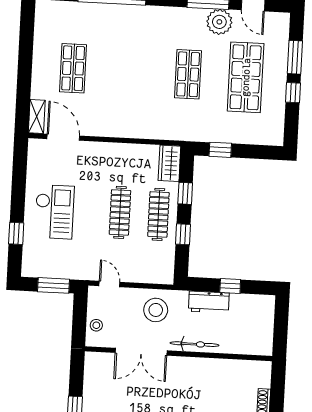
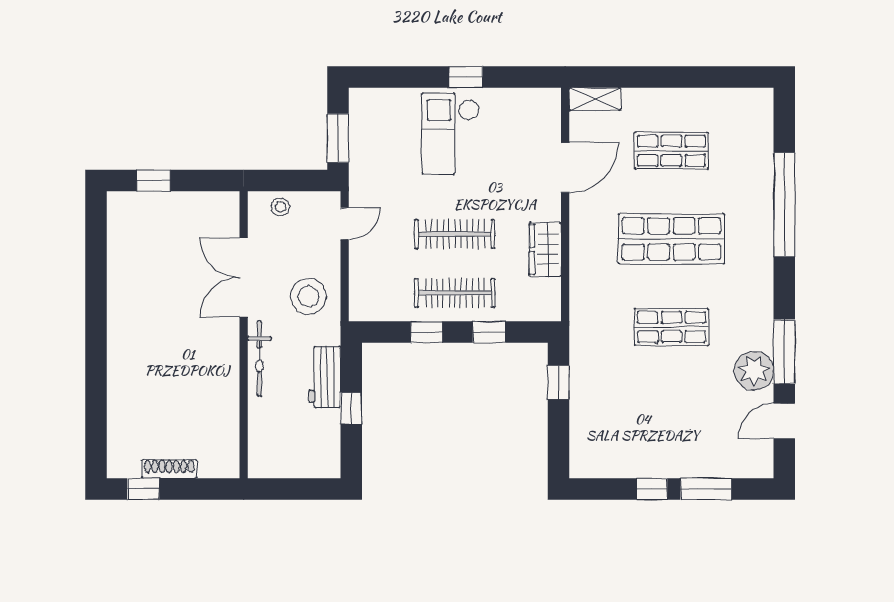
shop shelf: (246, 77) -> (671, 239), moved
door: (63, 137) -> (565, 167), moved
wardrobe: (169, 163) -> (545, 249), moved, turned -90
checkout: (54, 212) -> (450, 134), turned 90
window: (16, 233) -> (466, 77), moved

